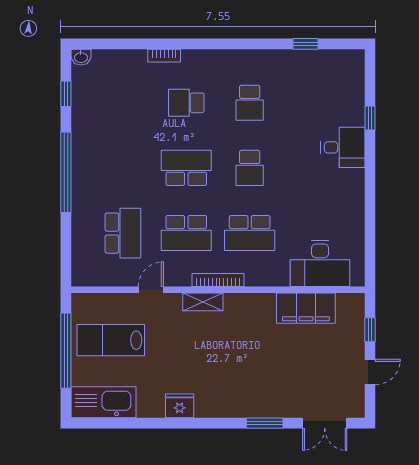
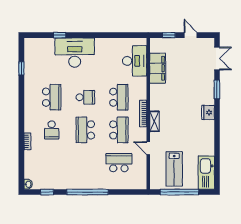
school desk: (250, 103) -> (52, 97), width x1.85
desk: (343, 147) -> (75, 52), width x1.87, depth x1.30
fridge: (180, 406) -> (208, 112), moved

